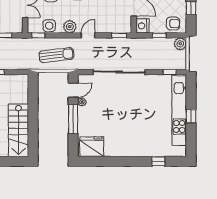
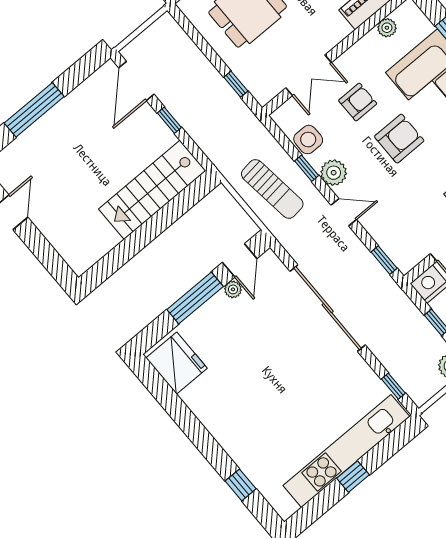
window: (38, 35) -> (307, 168), moved
door: (73, 90) -> (240, 260), hinge flipped
stairs: (19, 130) -> (152, 190), moved

